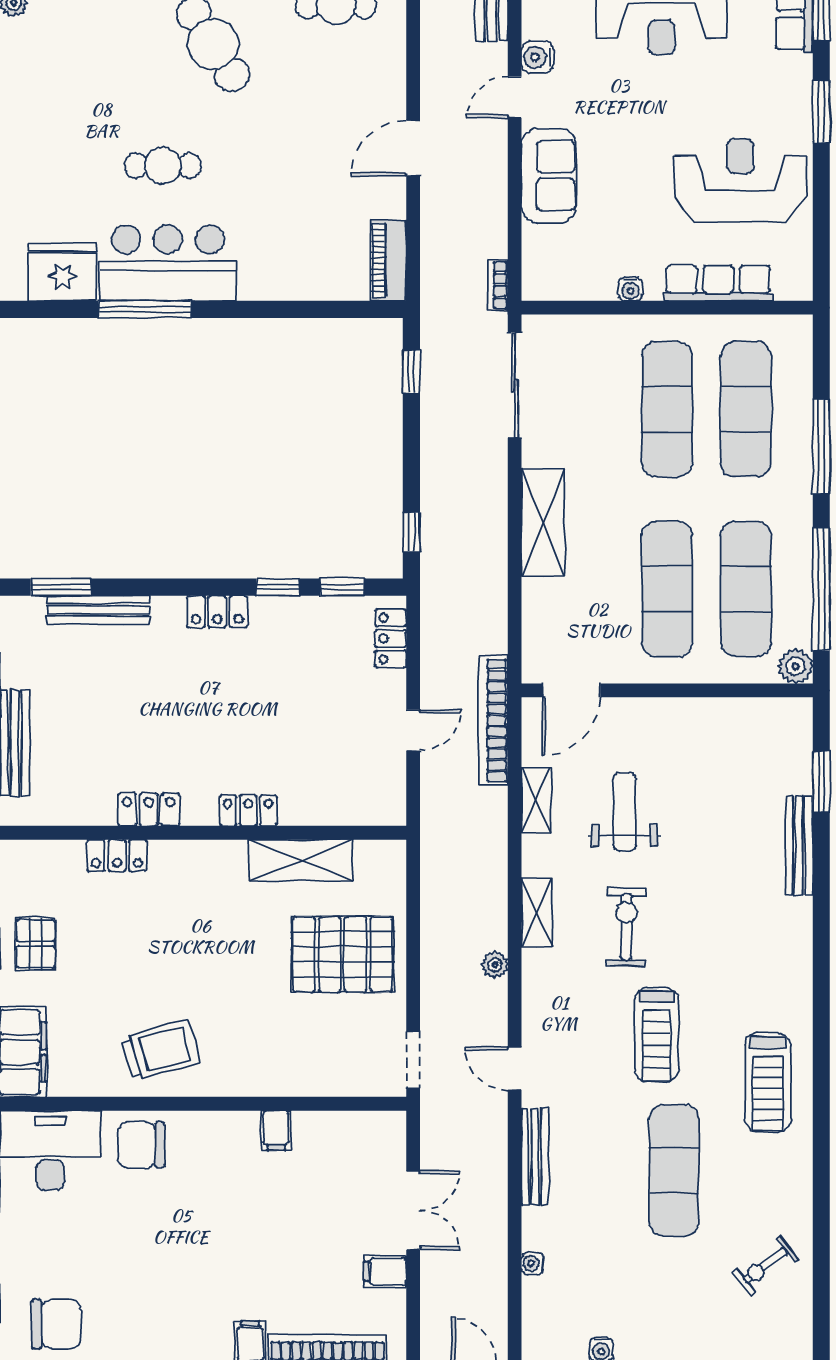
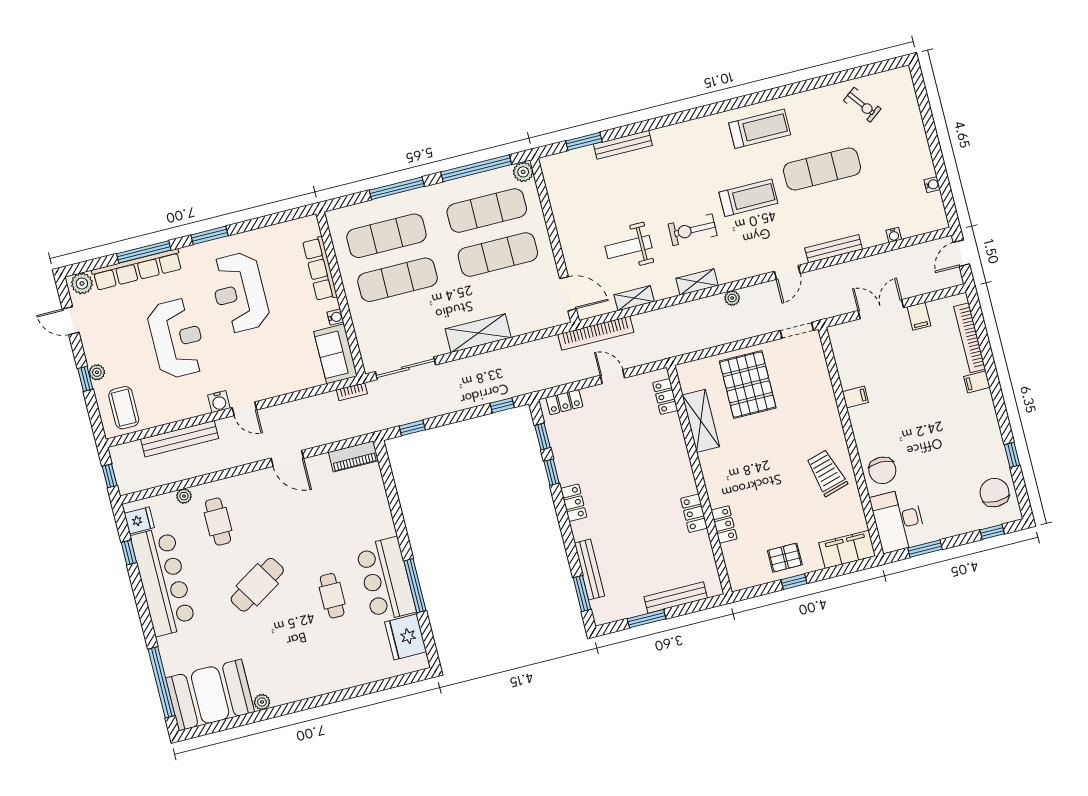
sofa: (549, 176) -> (335, 354), moved, turned -90
reception desk: (740, 180) -> (239, 292), moved
locker: (248, 811) -> (665, 396), moved

